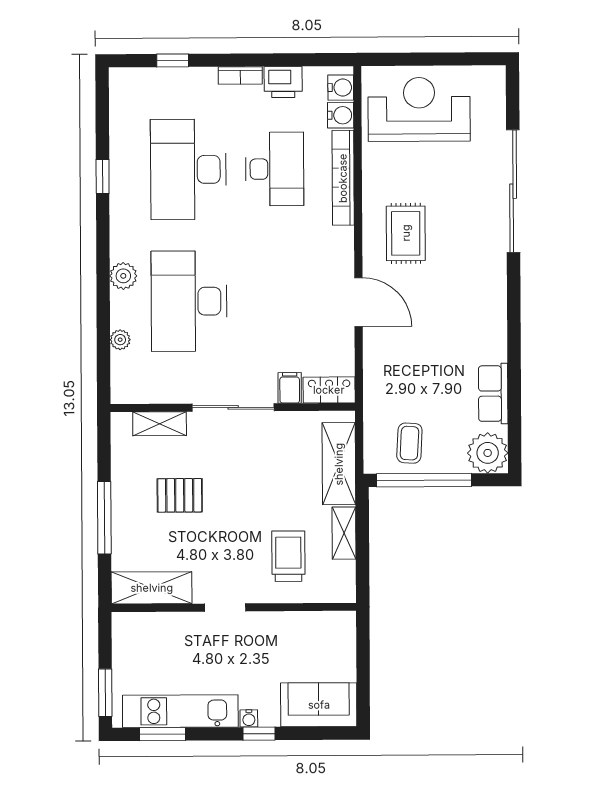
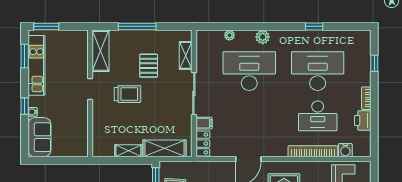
water cooler: (341, 88) -> (360, 150), removed
trolley: (288, 556) -> (127, 94), moved
water cooler: (249, 718) -> (33, 112), moved

